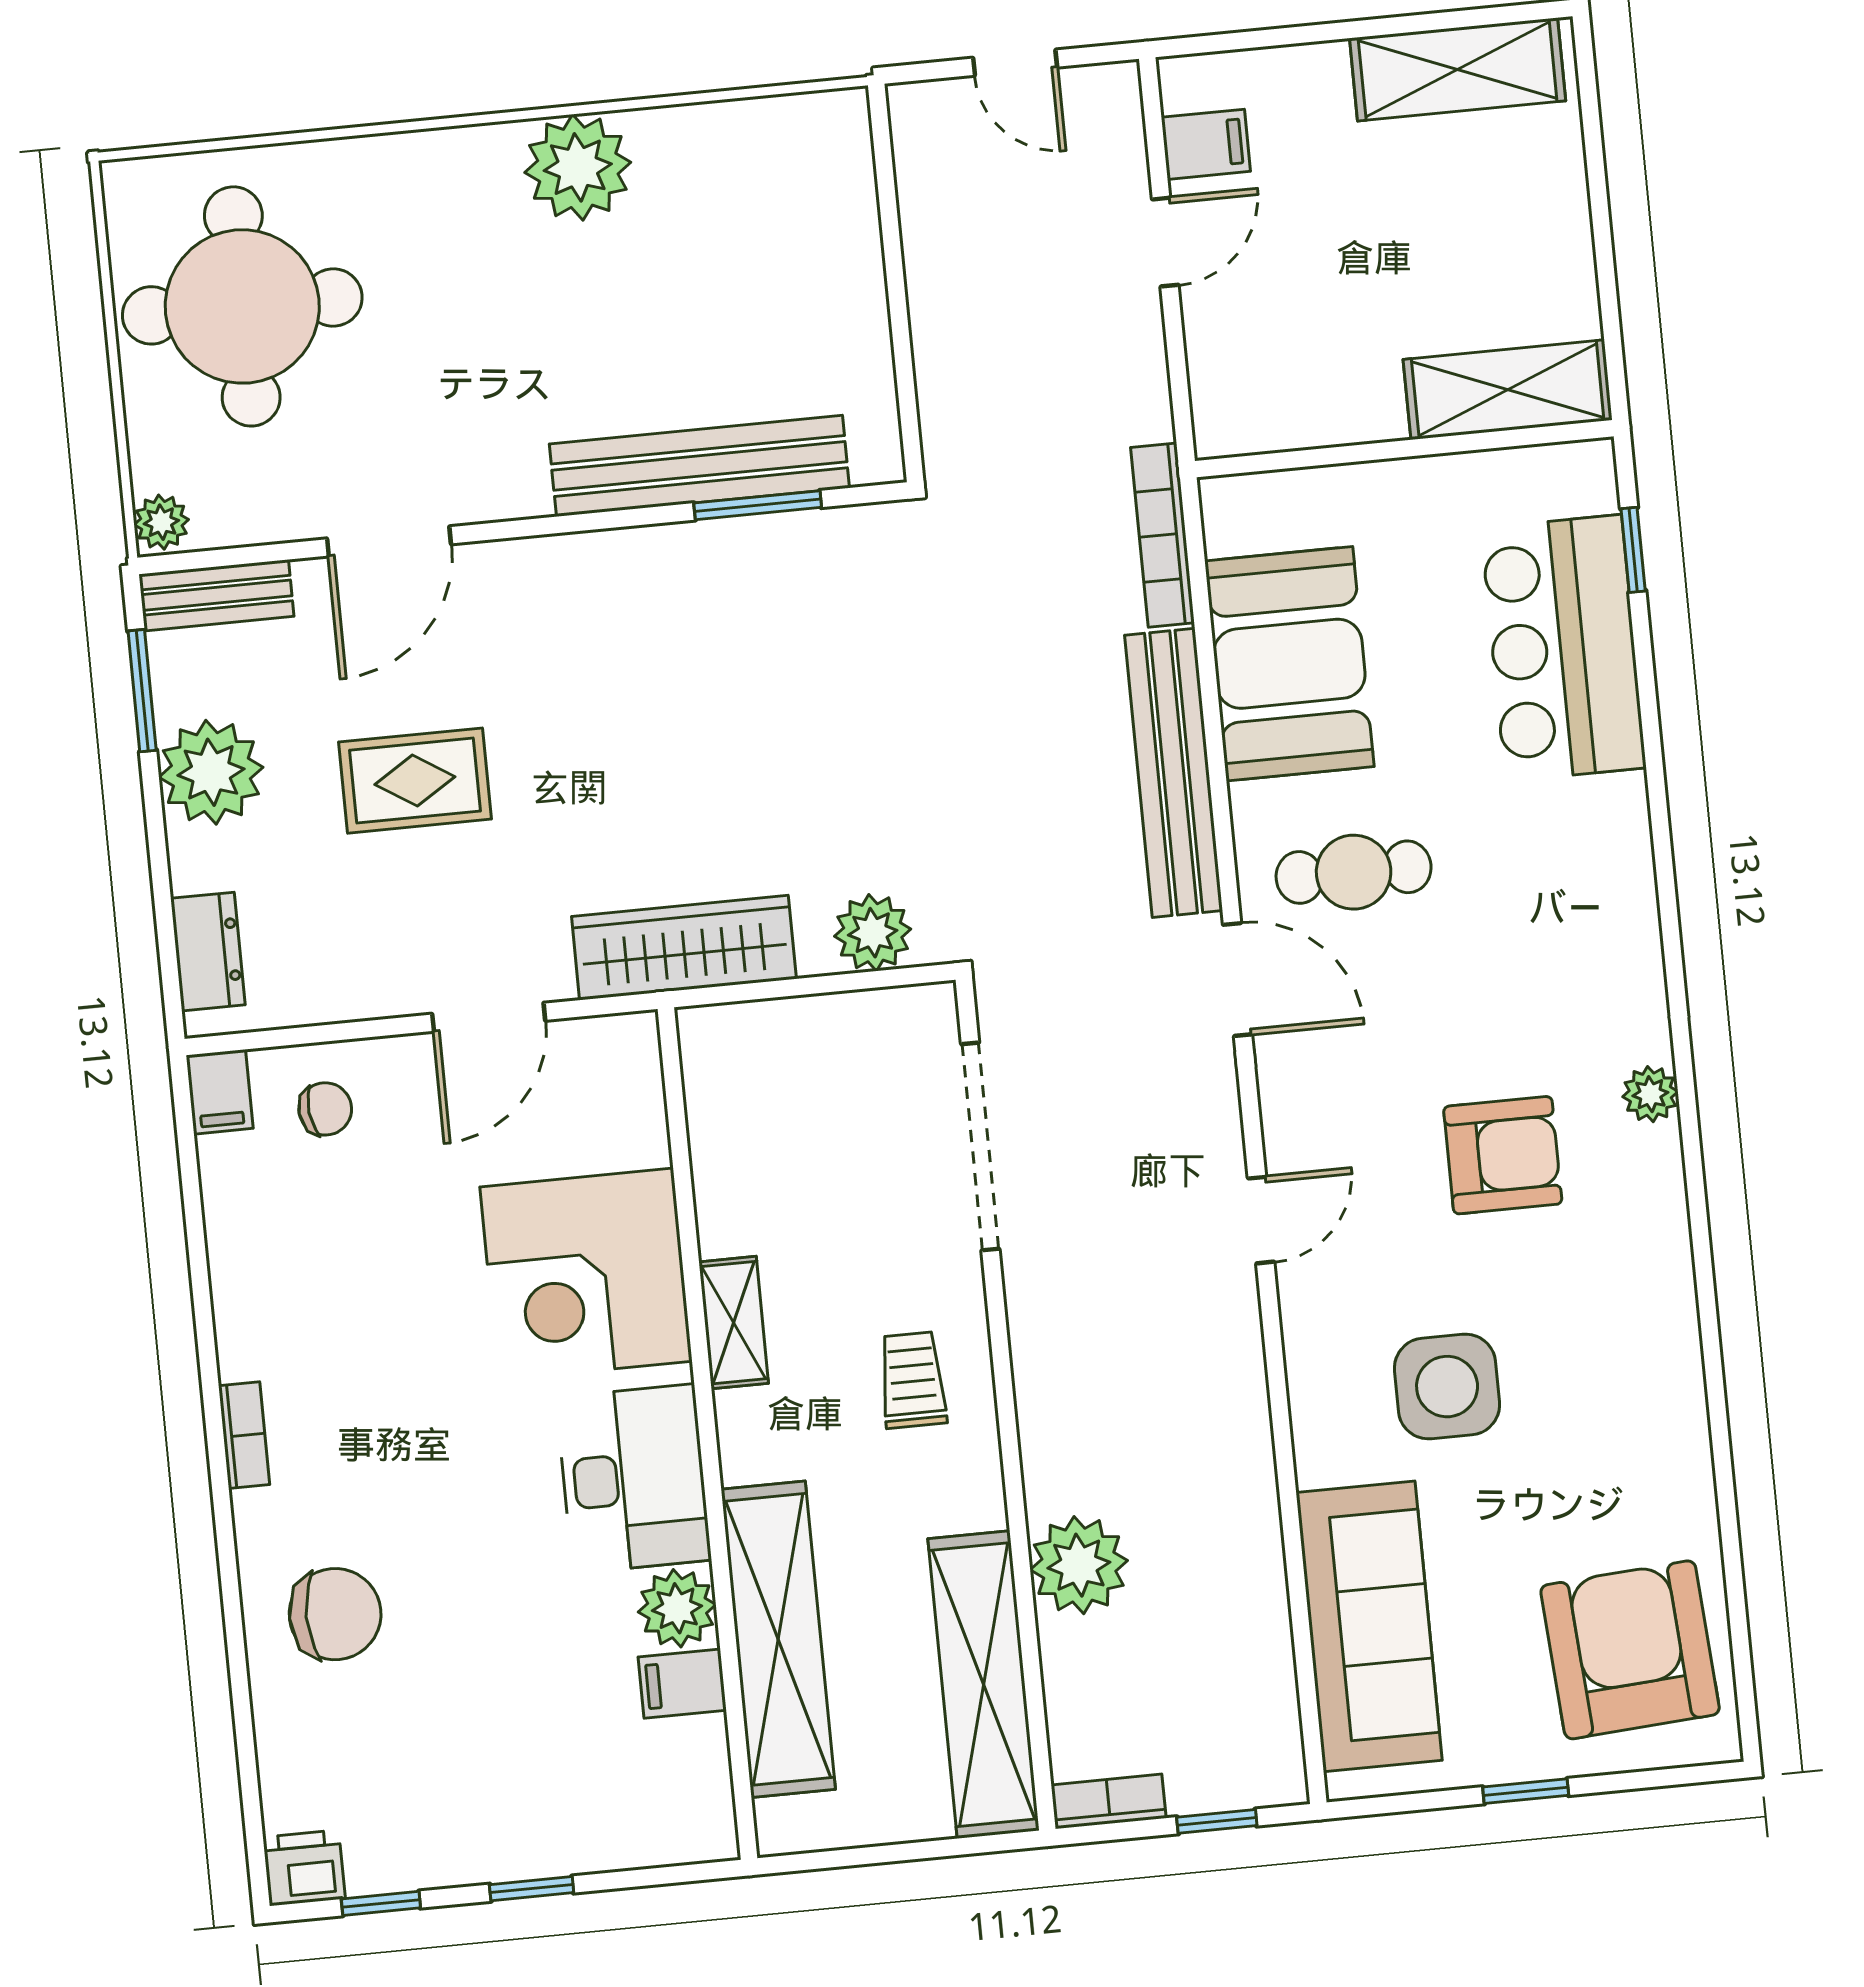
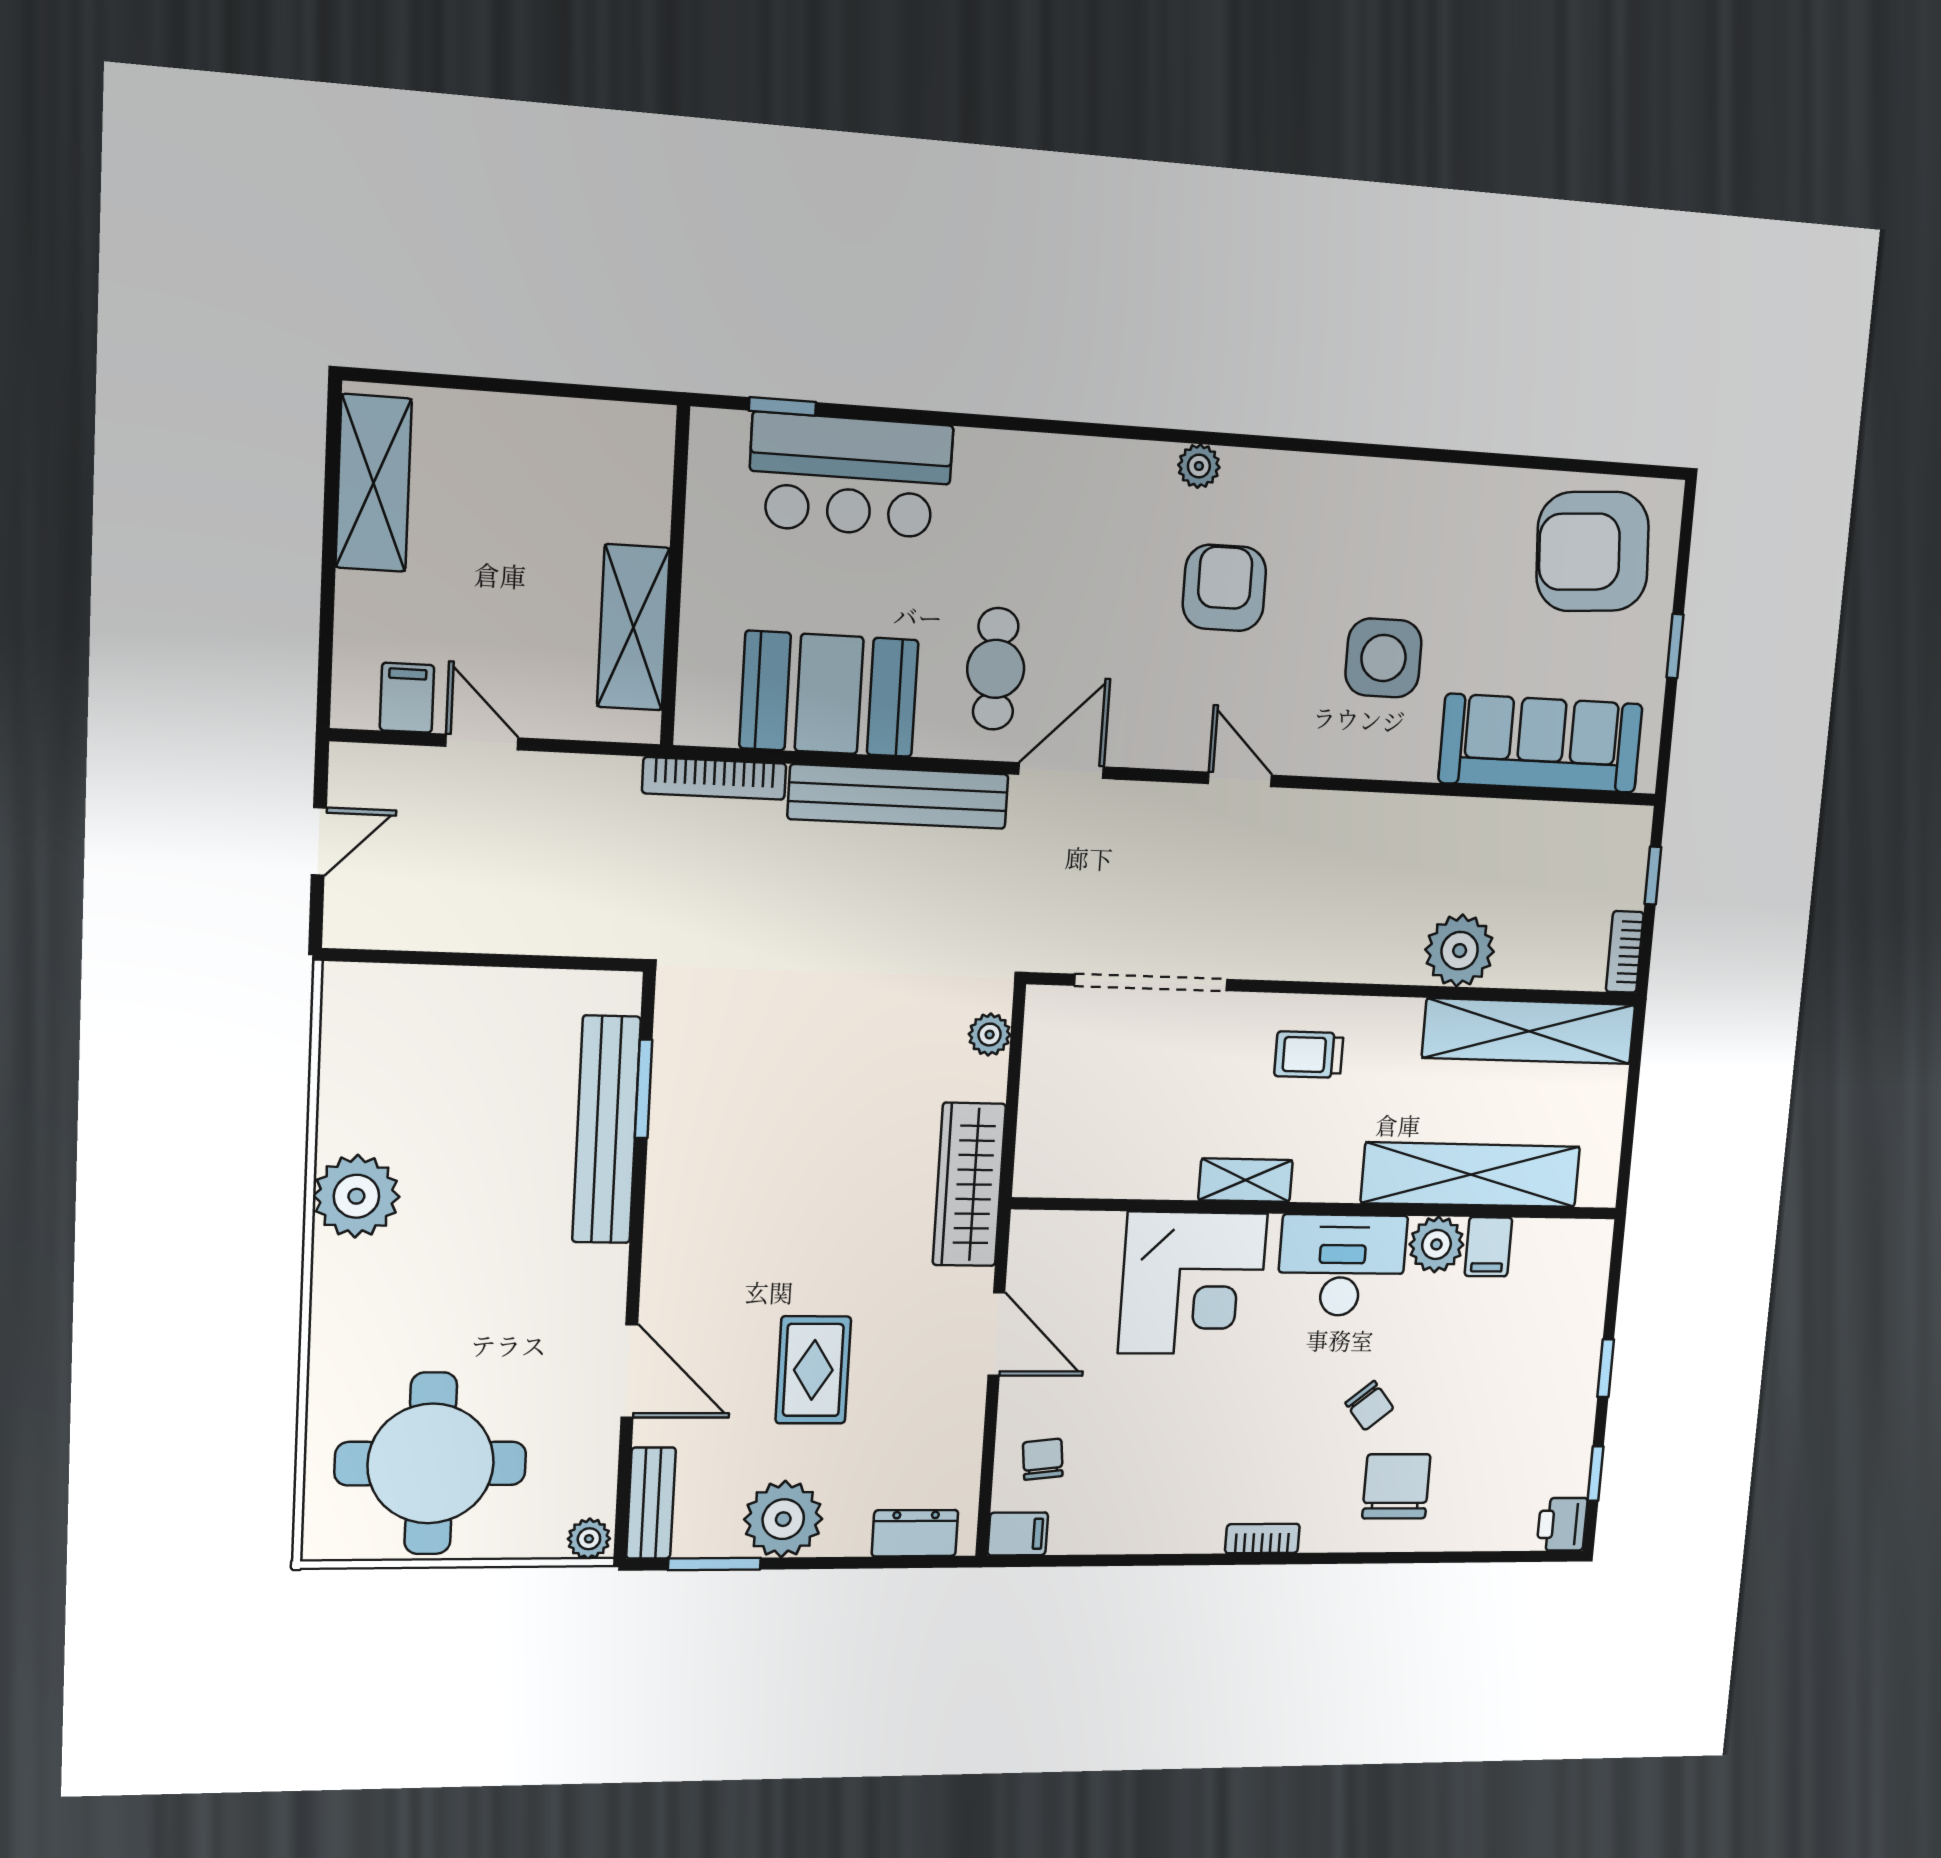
shelving: (1508, 390) -> (633, 627), moved
plant: (873, 933) -> (990, 1035), width x0.73, depth x0.73
chair: (444, 1554) -> (1369, 1406), added

